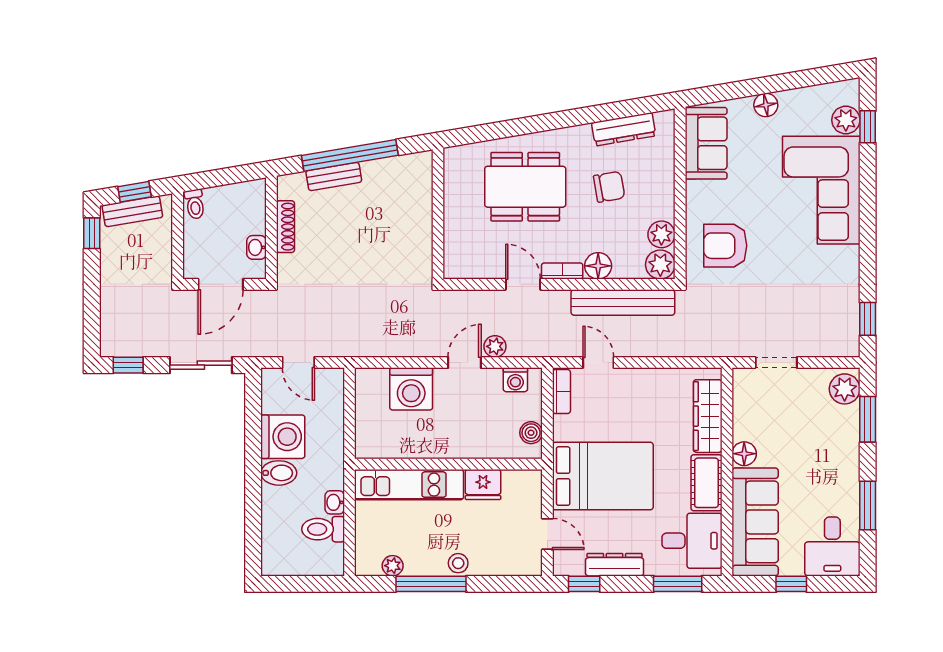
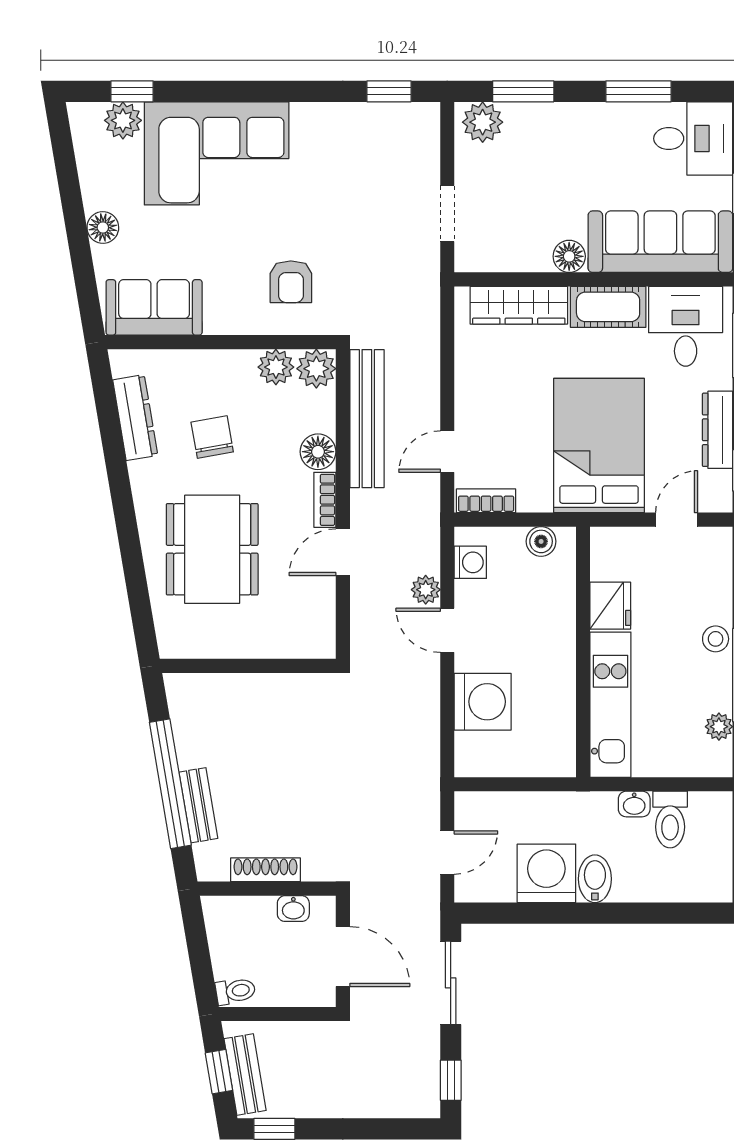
armchair: (725, 246) -> (291, 282), width x0.72, depth x0.72

